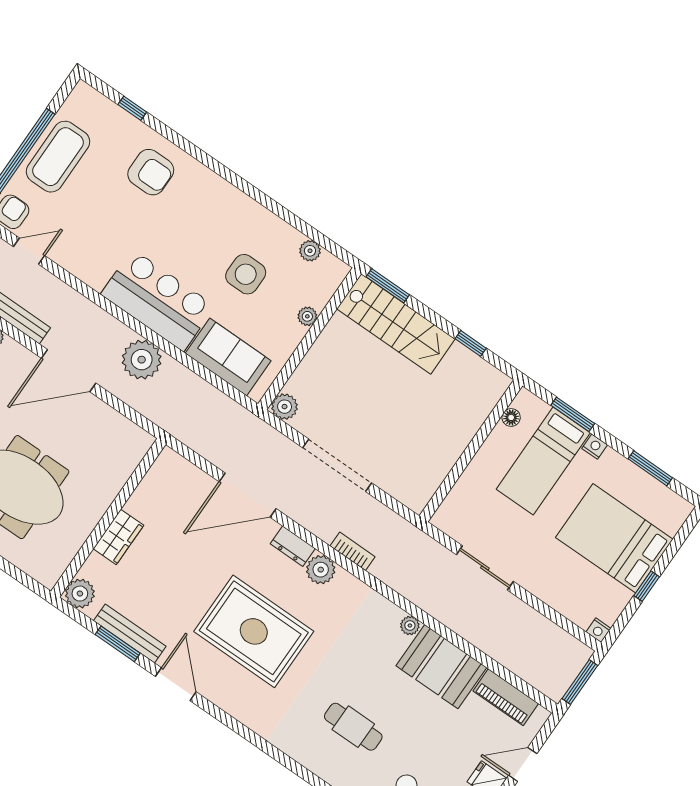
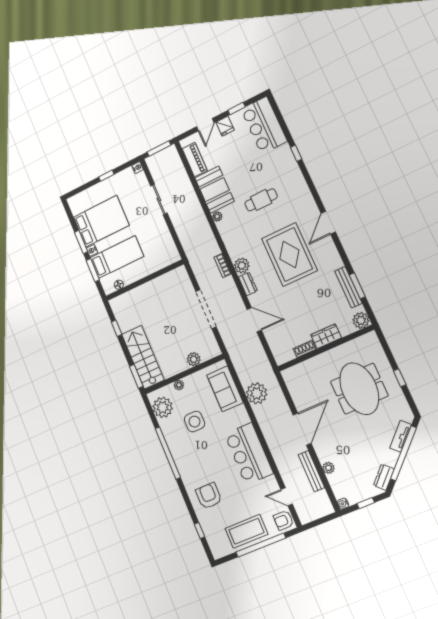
window: (259, 196) -> (168, 453), added
plant: (310, 251) -> (163, 407), width x1.87, depth x1.87
bar counter: (158, 300) -> (249, 454), moved
plant: (142, 360) -> (257, 393), moved
door: (69, 371) -> (302, 429), hinge flipped
plant: (285, 407) -> (194, 359), moved
window: (650, 468) -> (81, 242), moved
door: (248, 495) -> (254, 320), width x0.73
shoe rack: (140, 497) -> (304, 349), added
bed: (614, 538) -> (101, 221), moved, turned -90
sliding door: (485, 568) -> (159, 199), moved
door: (176, 684) -> (328, 223), moved
cafe table: (353, 727) -> (261, 200), moved, turned 90
door: (523, 764) -> (205, 125), hinge flipped

